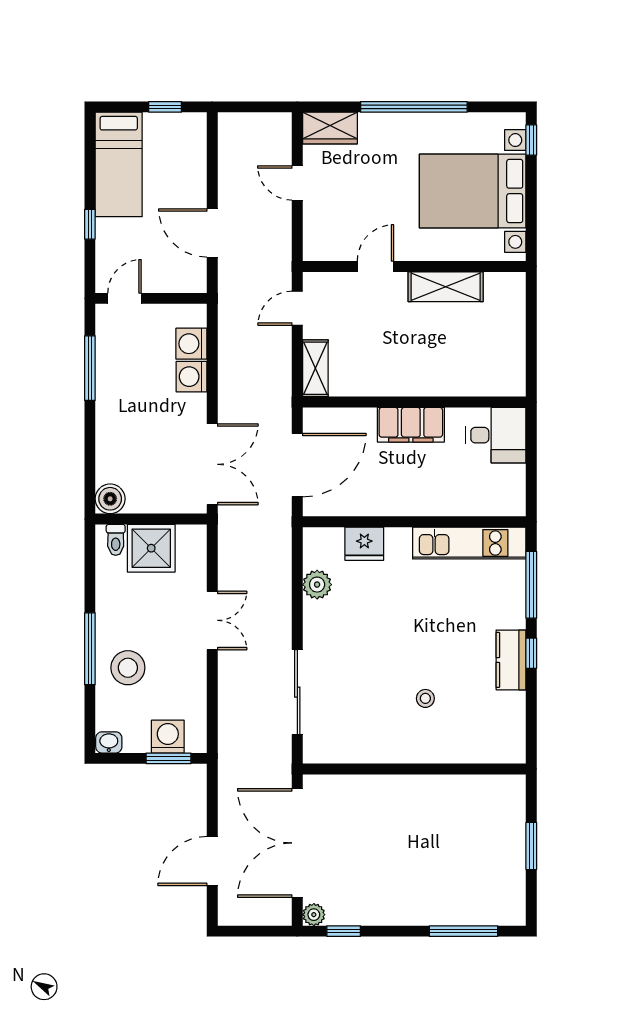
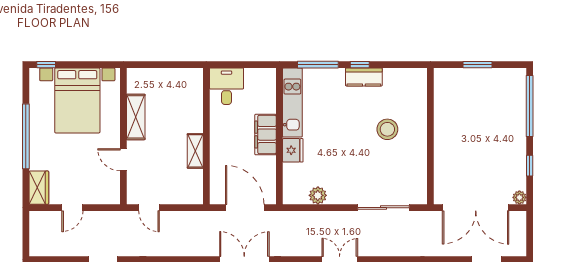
shelving: (315, 368) -> (195, 151), moved, turned 90
filing cabinet: (411, 425) -> (266, 135), moved, turned 180
fridge: (364, 544) -> (293, 150), moved
stool: (425, 698) -> (387, 129), width x1.89, depth x1.89
window: (344, 931) -> (530, 166), moved
window: (463, 931) -> (530, 106), width x1.46

